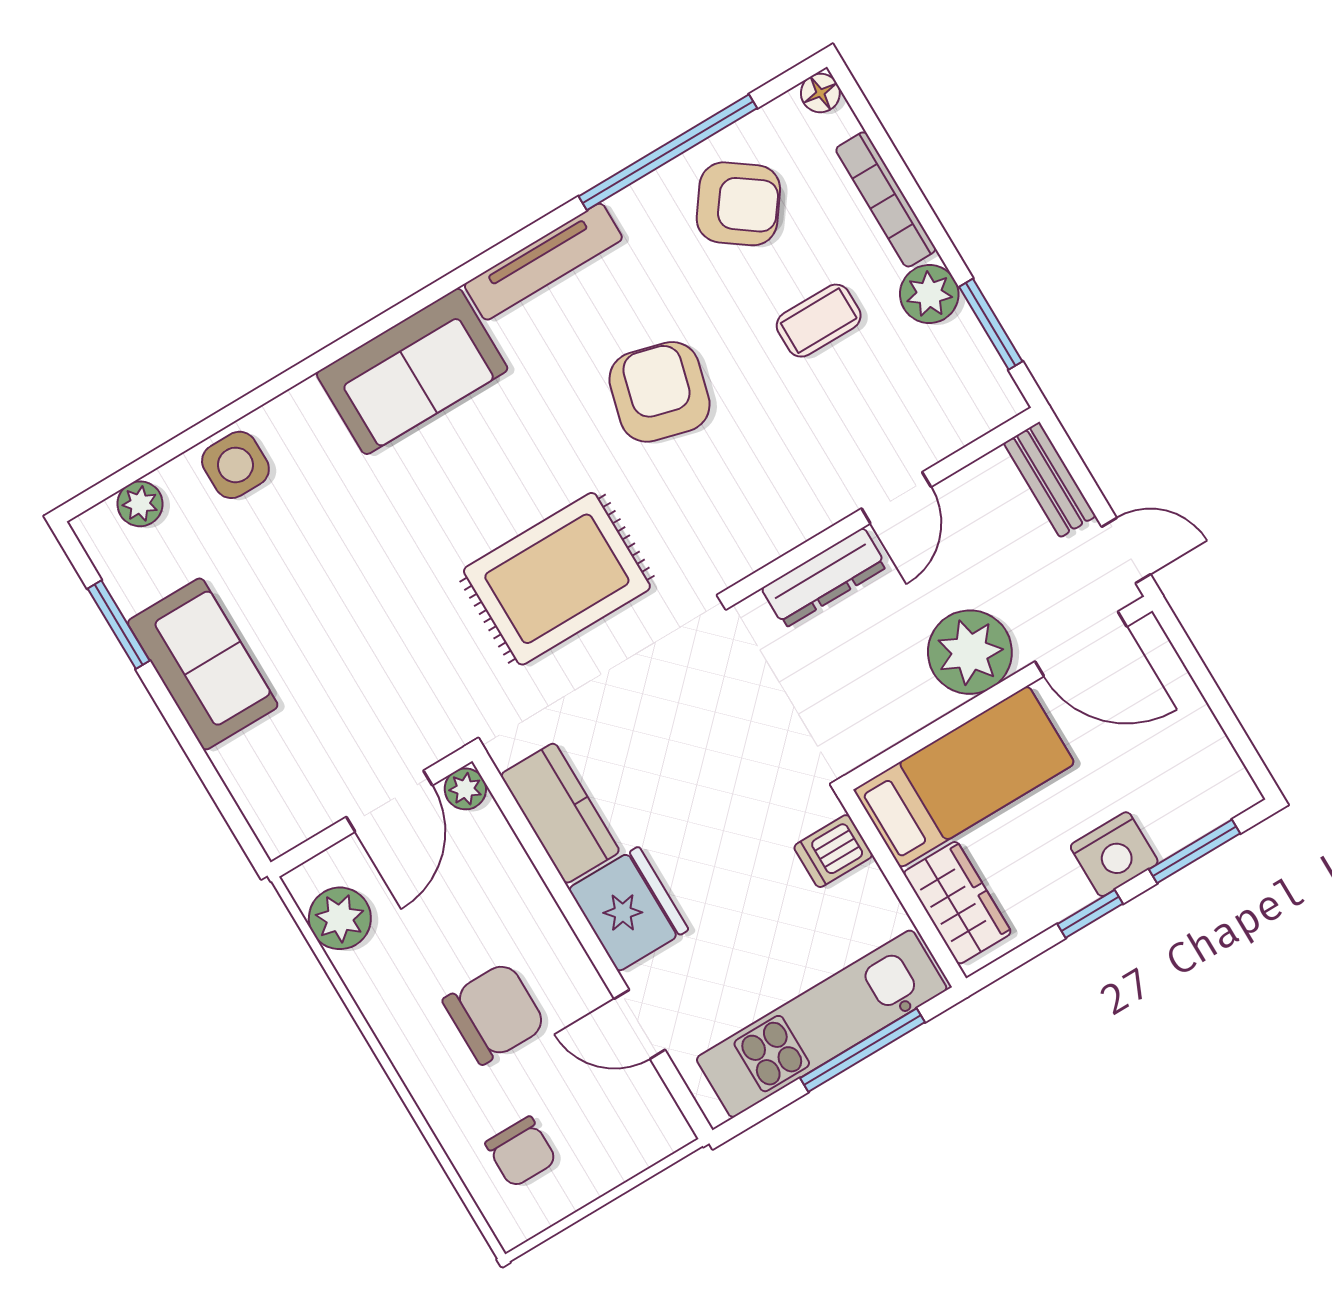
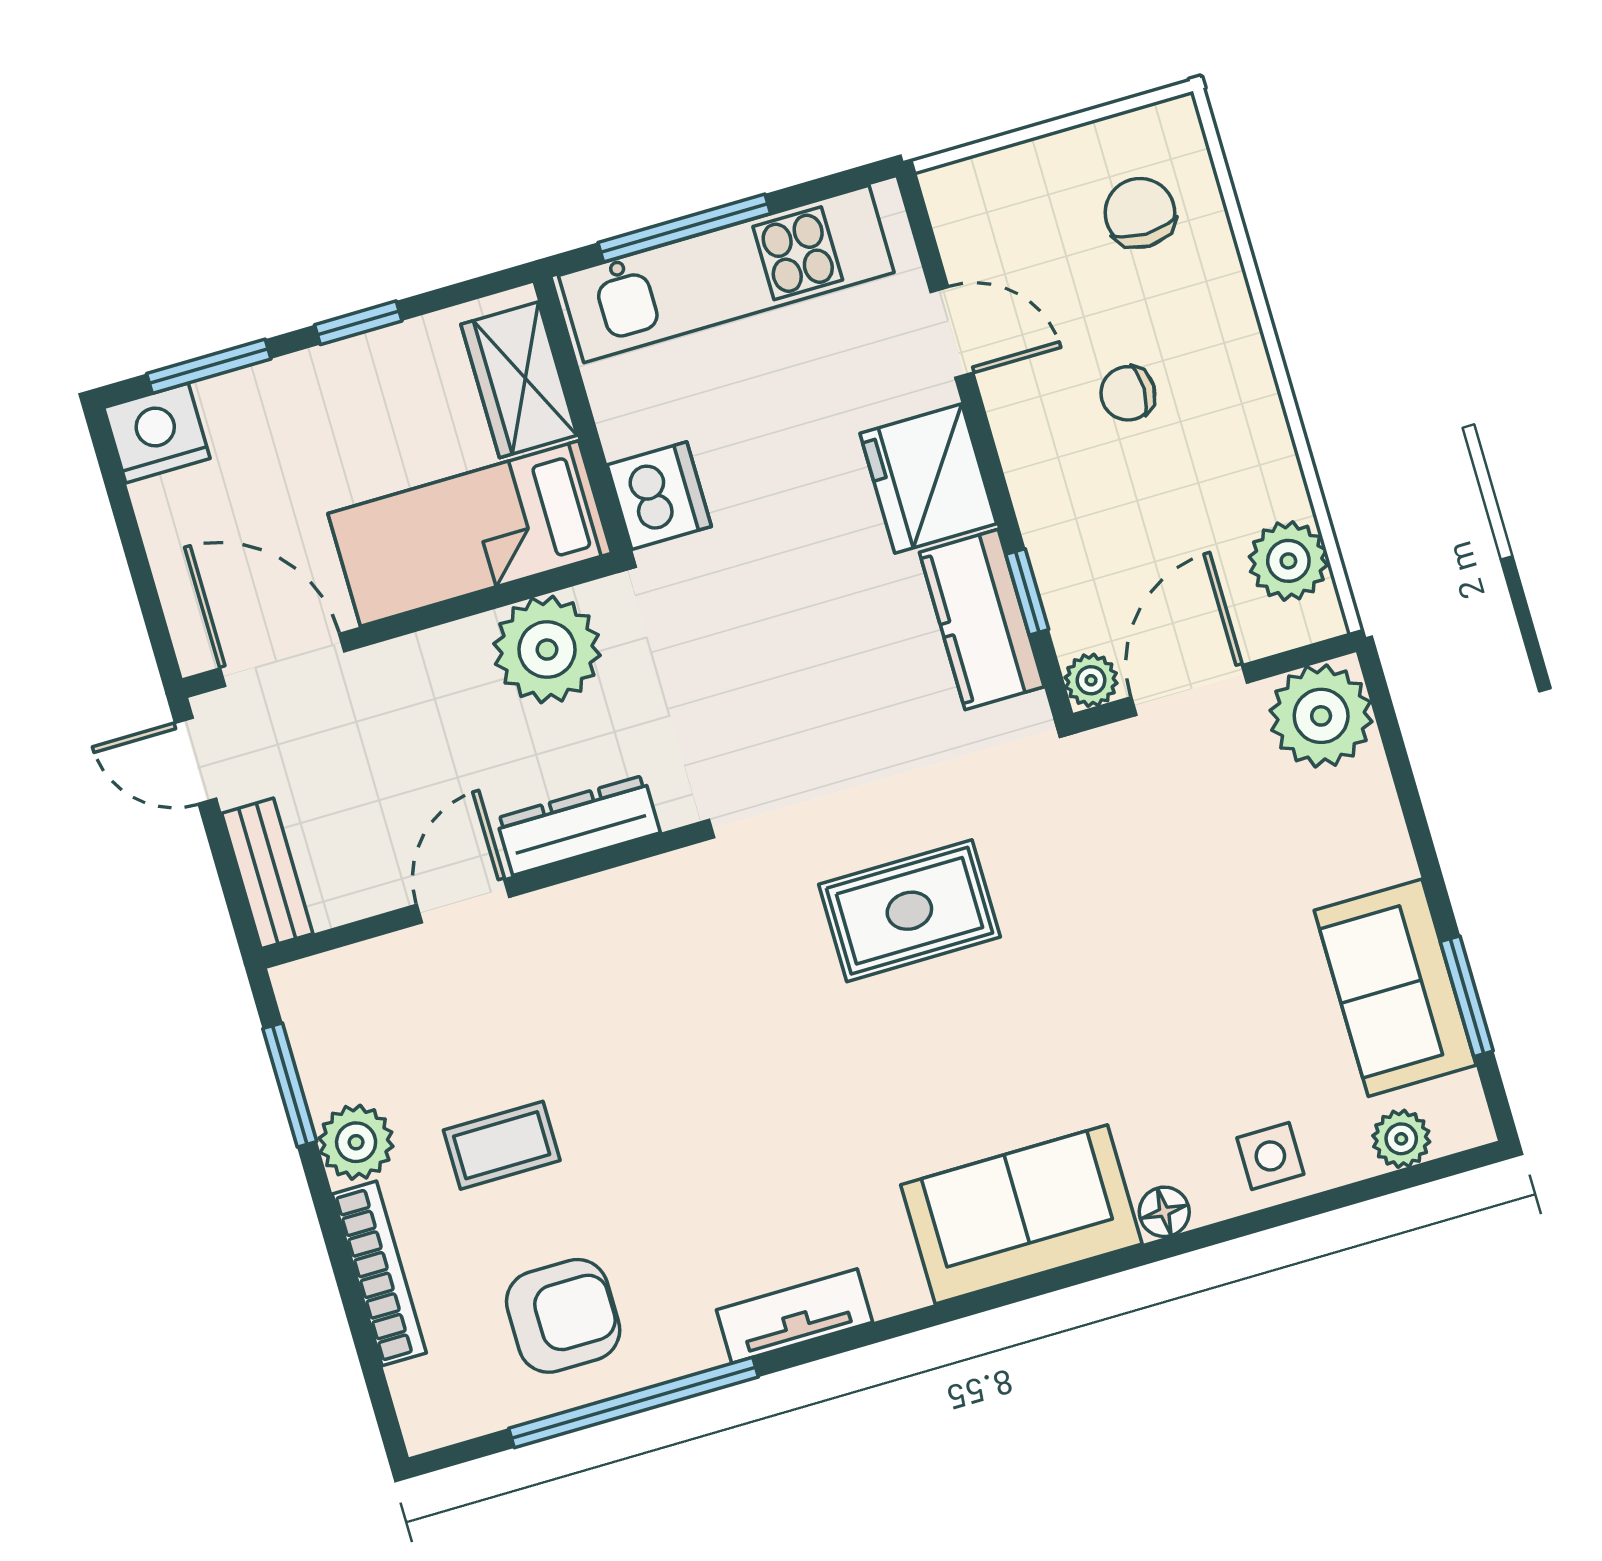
floor lamp: (820, 93) -> (1164, 1212), moved
armchair: (738, 204) -> (563, 1316), turned 144
tv unit: (543, 262) -> (794, 1316), width x0.71
armchair: (660, 392) -> (722, 1109), removed
side table: (235, 465) -> (1270, 1156), width x0.73, depth x0.73
rug: (557, 579) -> (909, 911), width x0.73, depth x0.70
plant: (970, 652) -> (547, 650), moved
sofa: (203, 664) -> (1395, 988), moved
plant: (284, 808) -> (1321, 716), added
window: (531, 843) -> (1027, 592), added
dishwasher: (833, 851) -> (659, 496), width x1.38
nightstand: (1114, 854) -> (157, 433), moved
chair: (494, 1013) -> (1128, 393), width x0.54, depth x0.54

